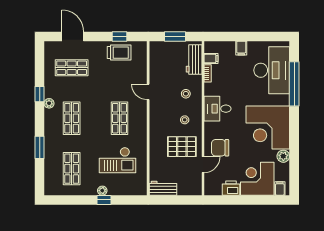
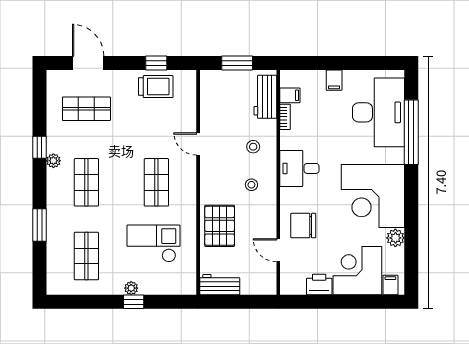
pallet: (182, 147) -> (220, 226), moved, turned 90
checkout: (118, 160) -> (153, 244), turned 180
door: (203, 165) -> (278, 250), swing flipped

